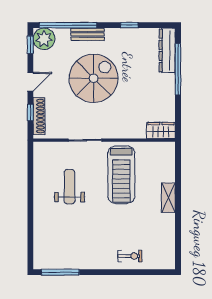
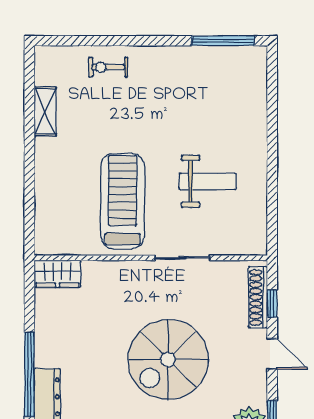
door: (30, 82) -> (272, 354), swing flipped
weight bench: (70, 187) -> (208, 181), turned -90
shelving: (168, 198) -> (45, 111), moved

